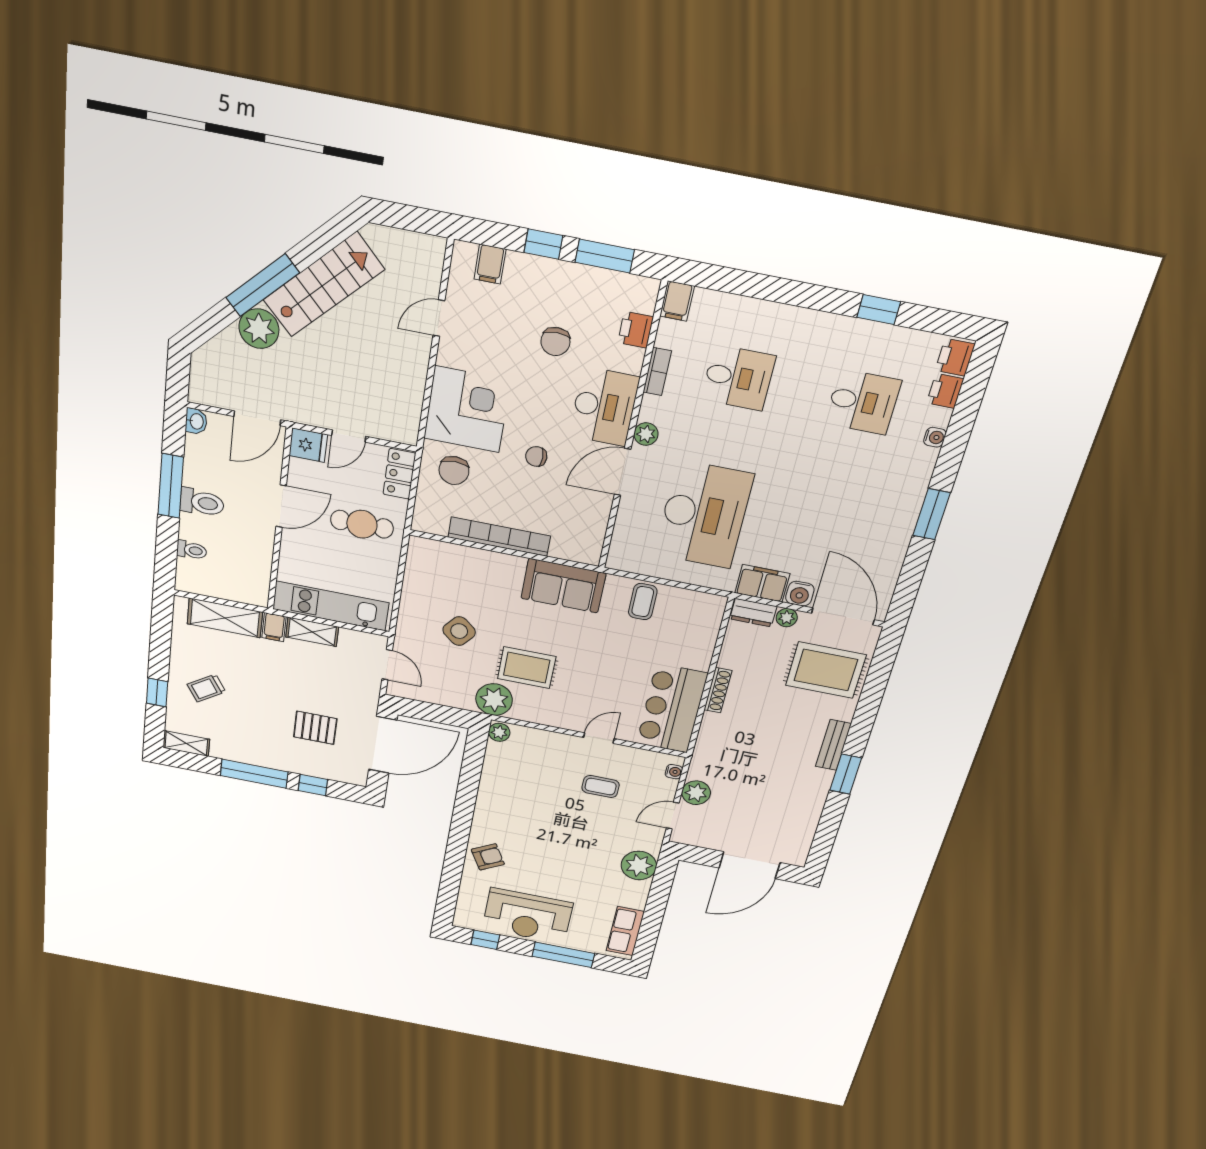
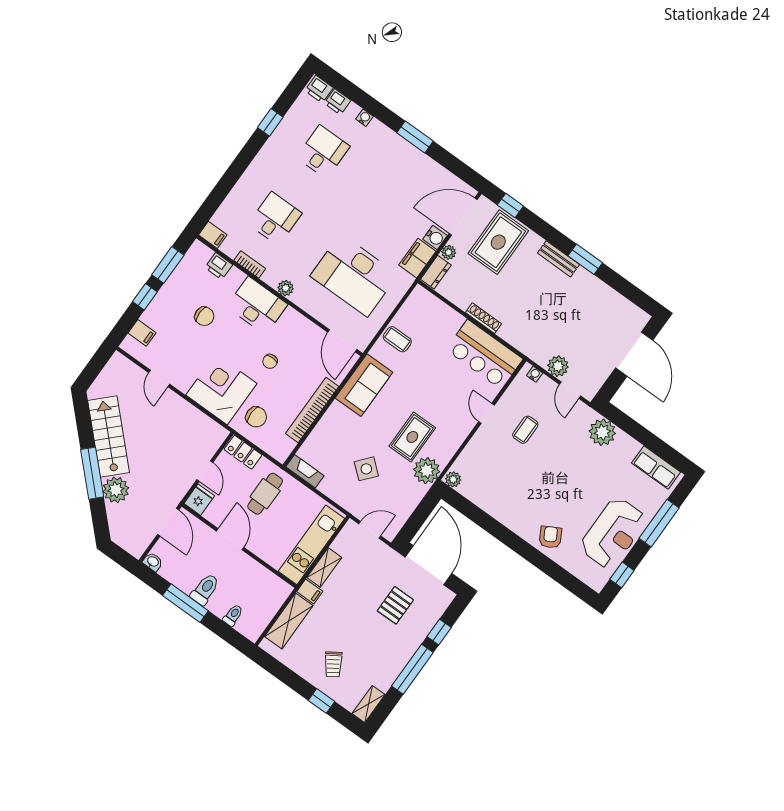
door: (623, 472) -> (342, 341), moved
desk: (704, 515) -> (354, 275), turned 180
fireplace: (417, 560) -> (305, 471), added
window: (881, 666) -> (510, 205), added

